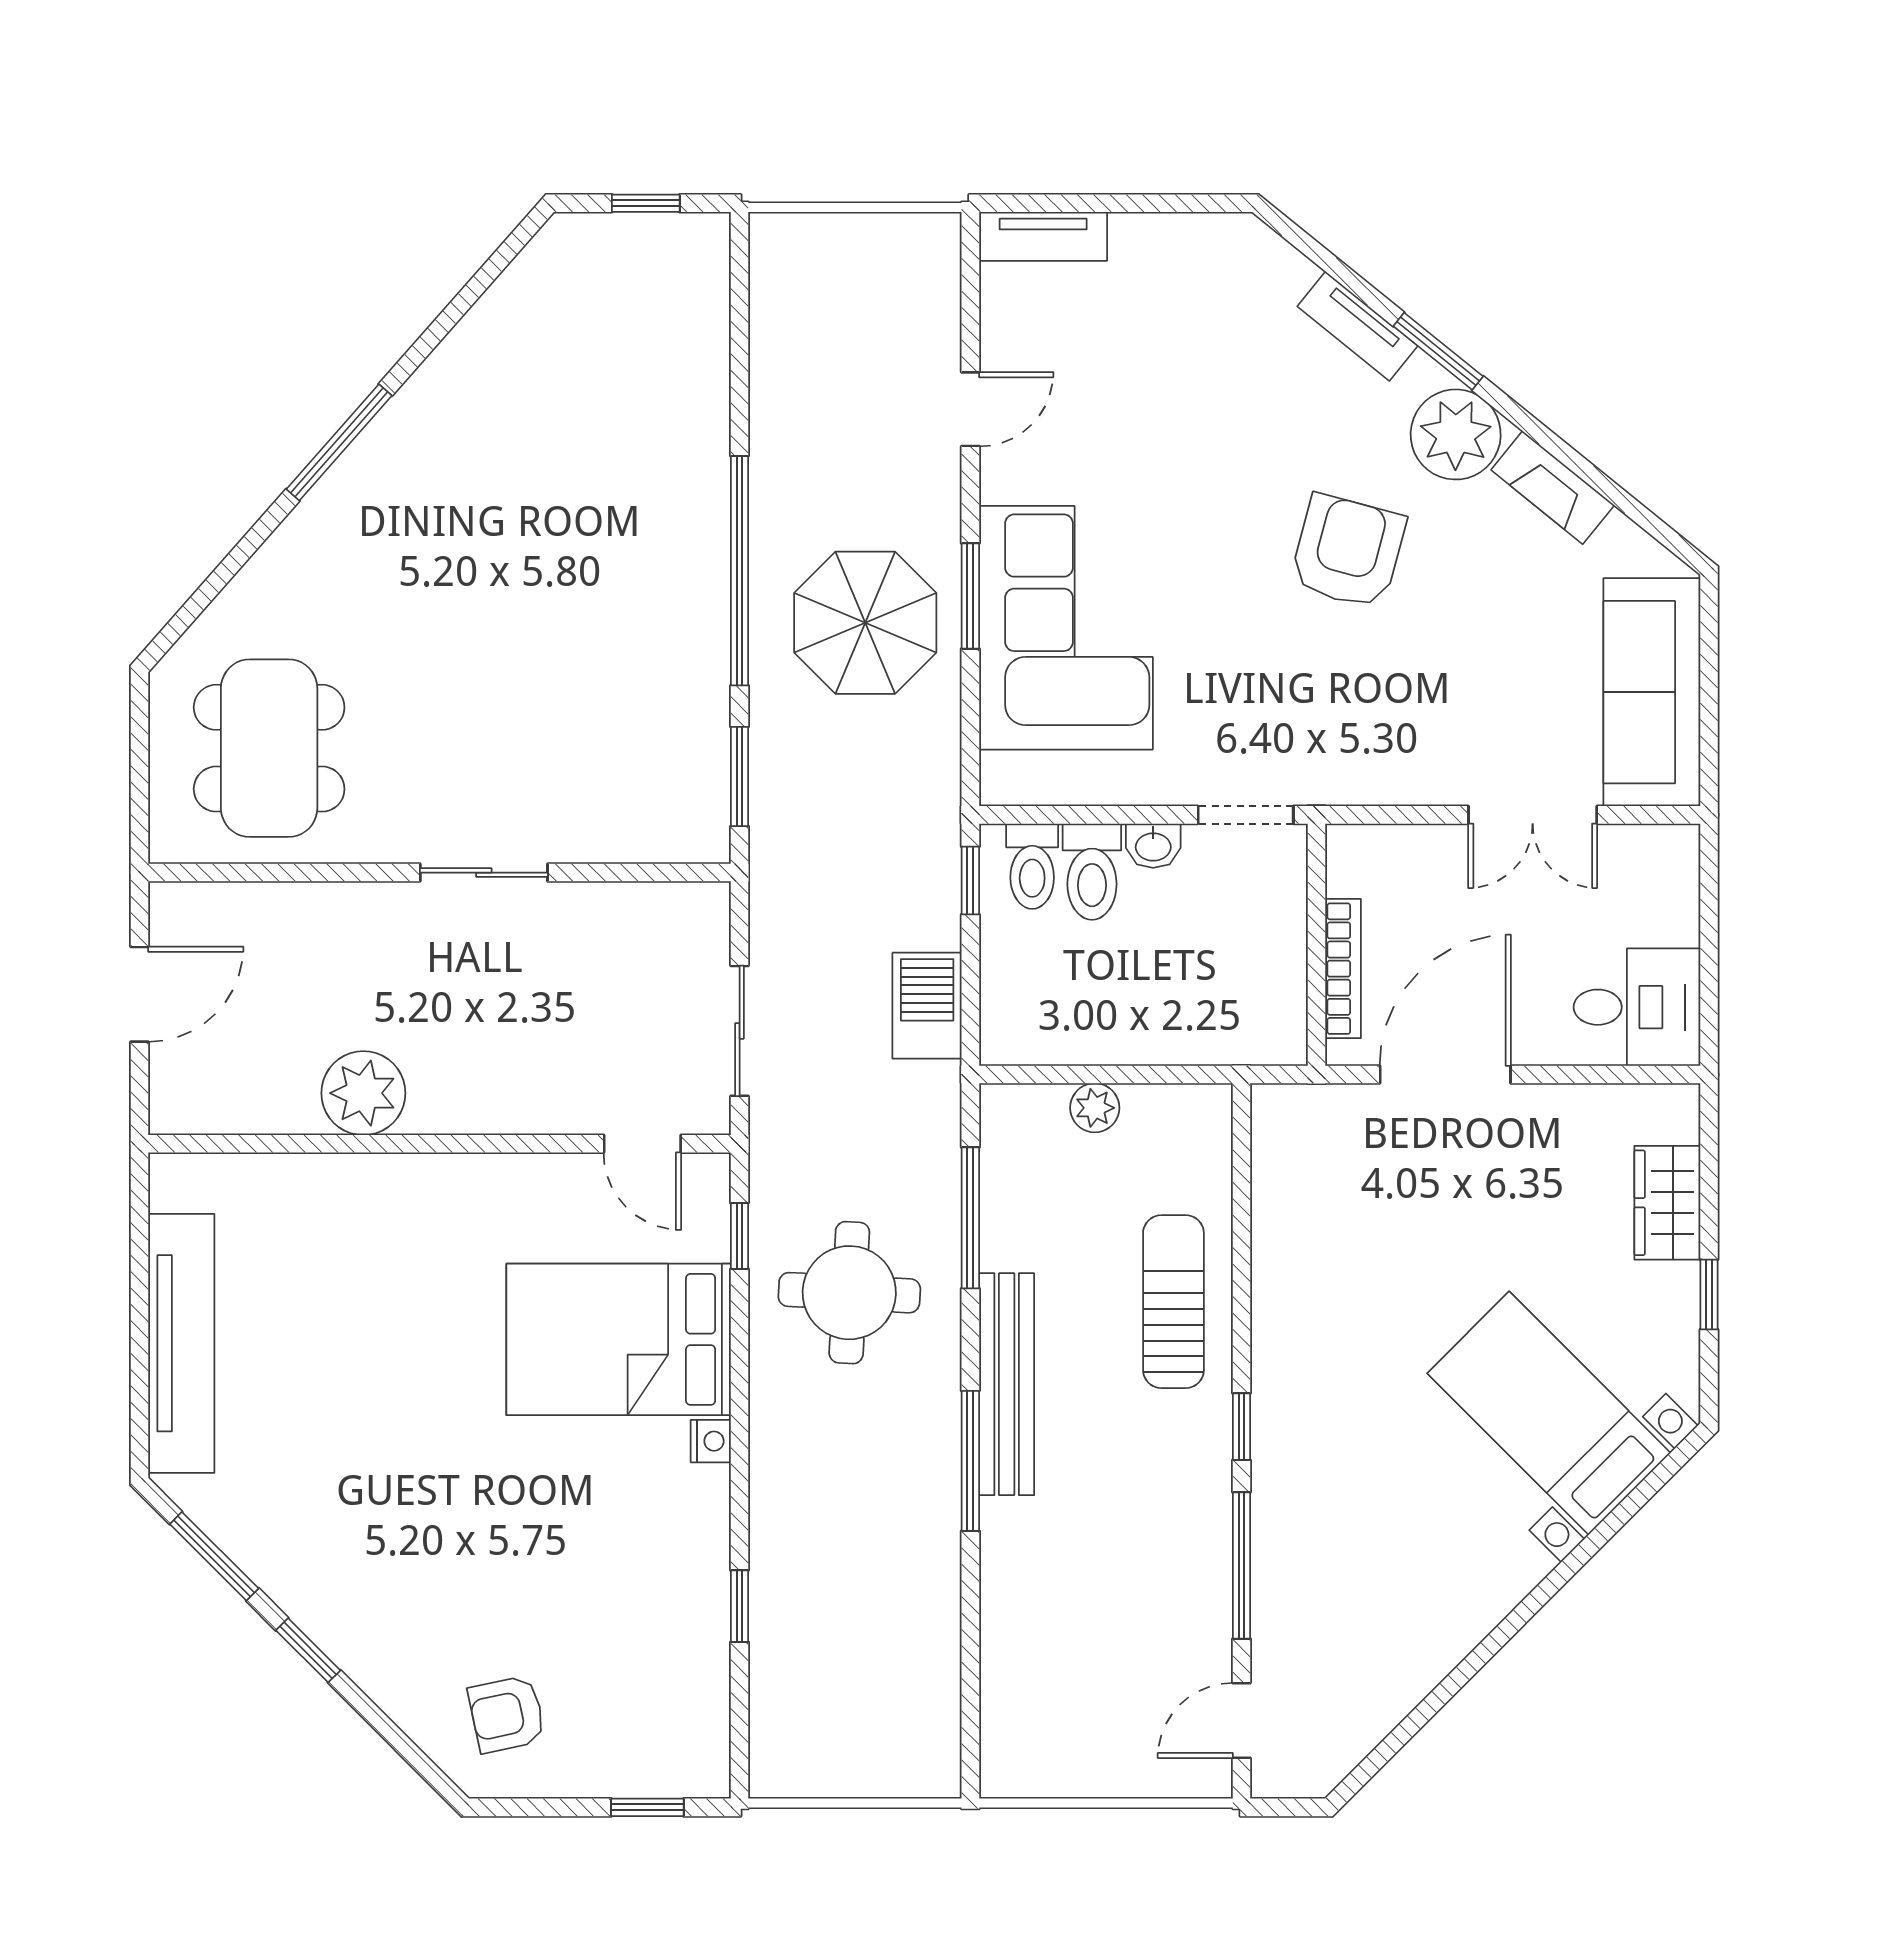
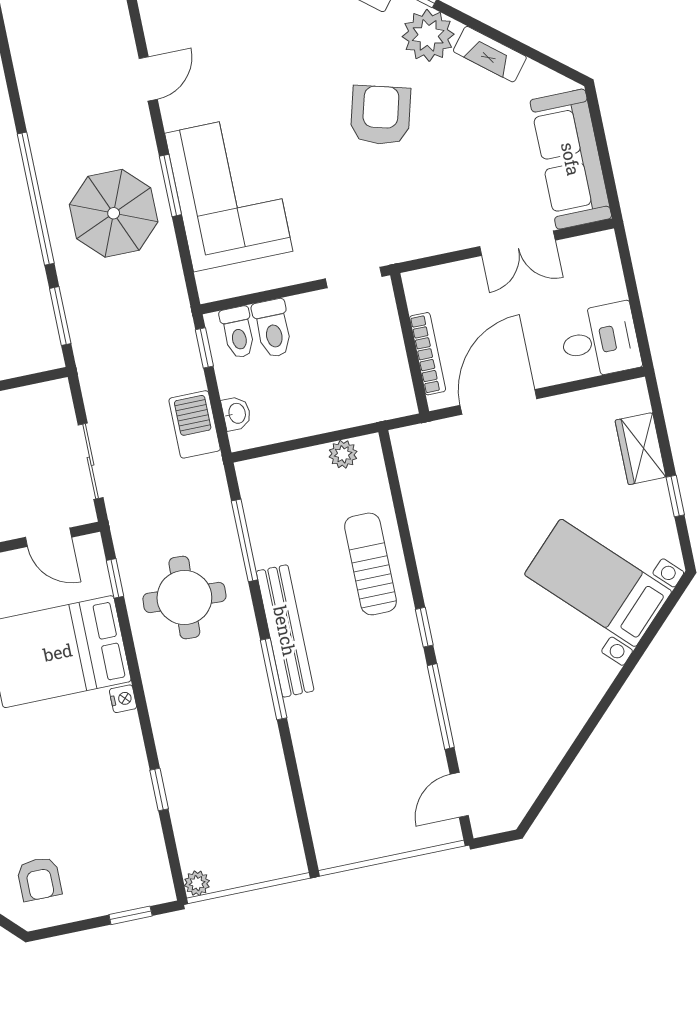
washbasin: (1153, 846) -> (236, 413), moved, turned -90
plant: (1095, 1108) -> (343, 454), moved
armchair: (507, 1714) -> (39, 879), turned -78
plant: (770, 1777) -> (197, 883), added

